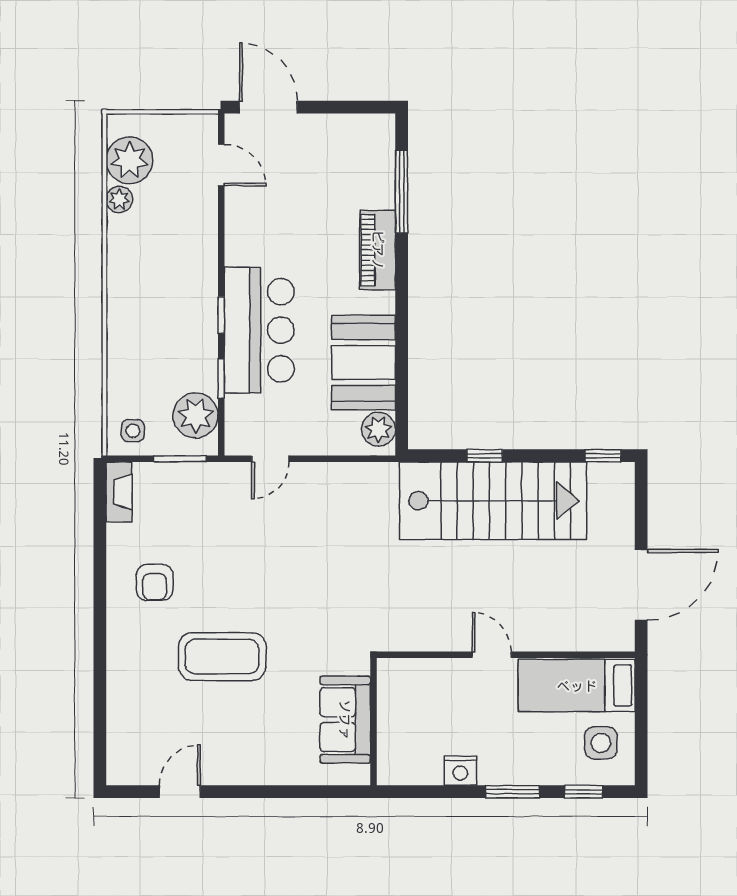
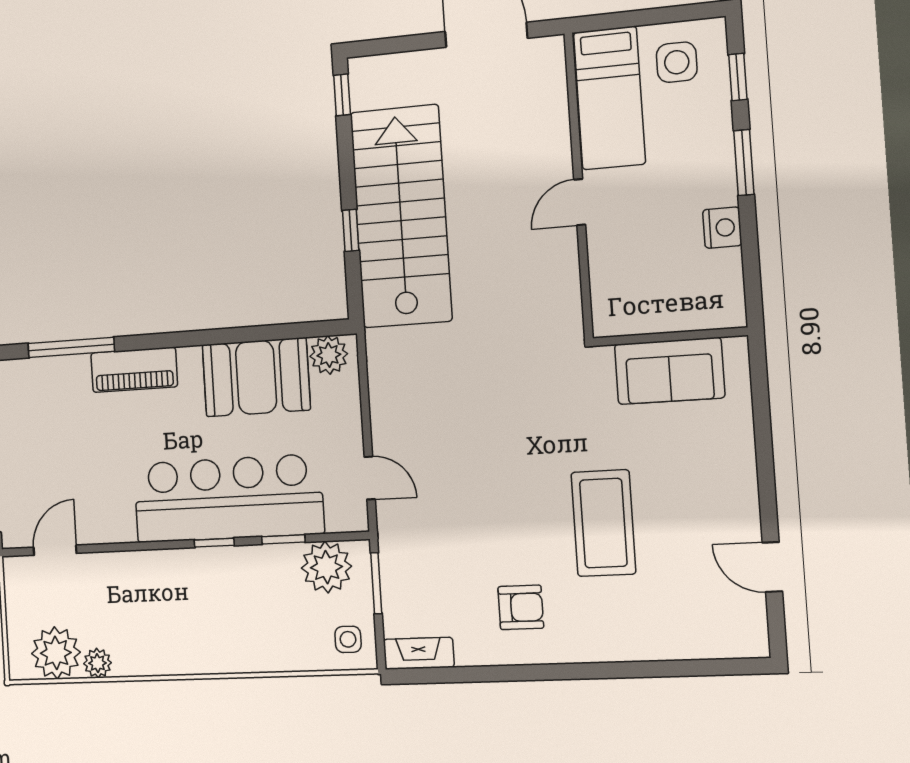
bar counter: (259, 330) -> (228, 498), width x1.36

